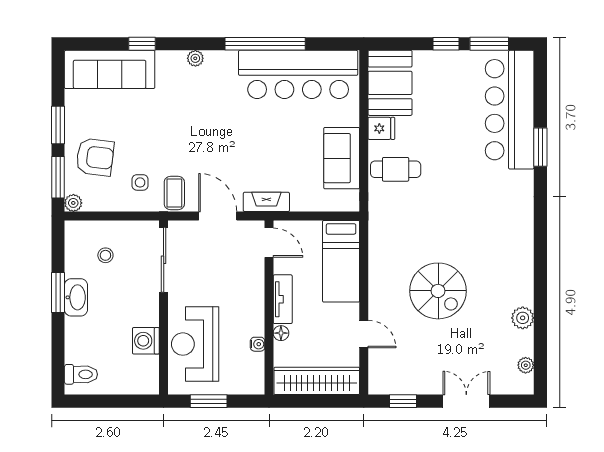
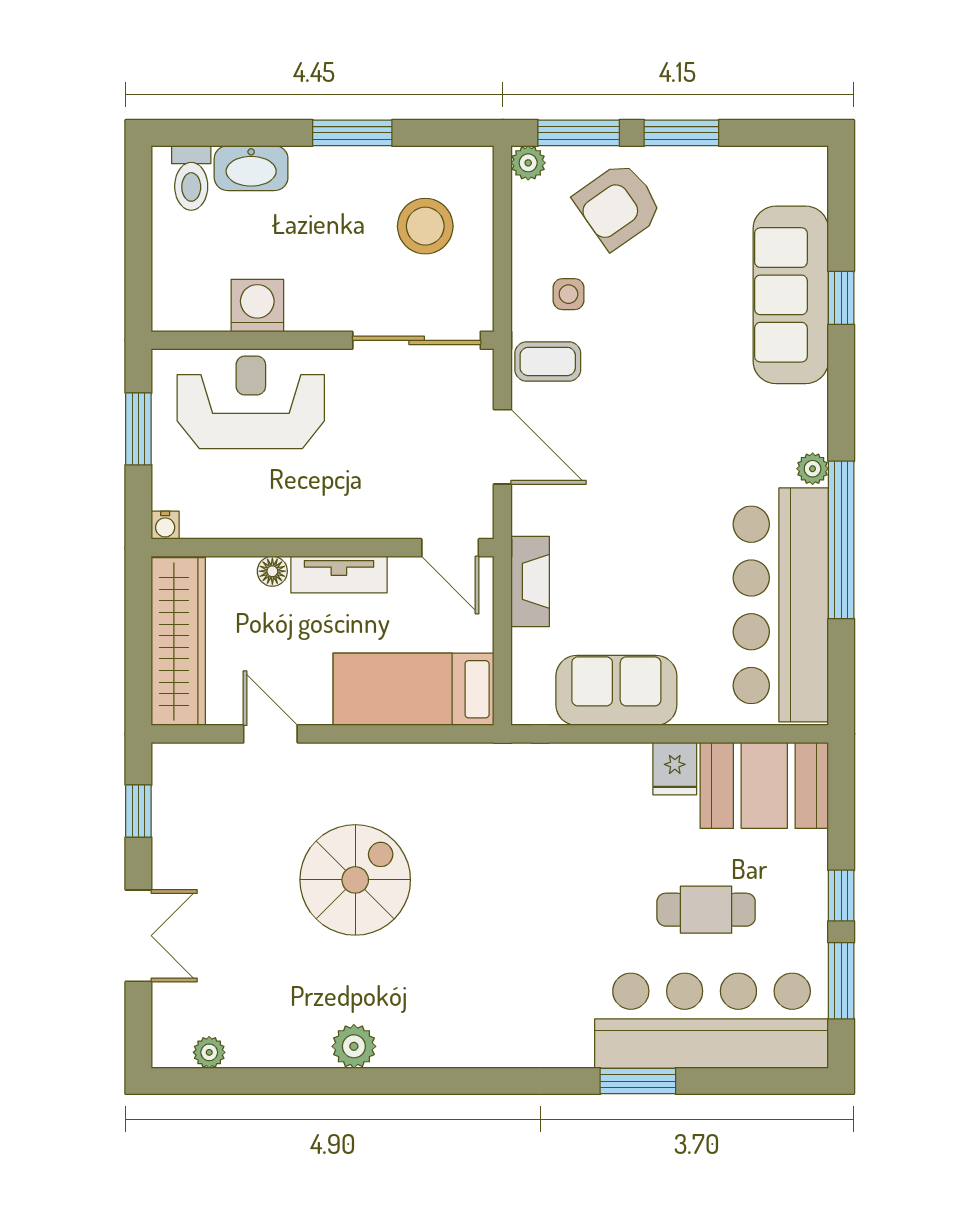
plant: (195, 58) -> (813, 469), moved
sofa: (110, 69) -> (791, 295), moved
armchair: (95, 157) -> (618, 206), turned 48
cafe table: (396, 169) -> (706, 910), moved, turned 90
fireplace: (266, 202) -> (530, 581), moved
door: (218, 216) -> (502, 447), hinge flipped
door: (269, 243) -> (450, 548), hinge flipped
stool: (105, 255) -> (425, 226), width x1.89, depth x1.89
spiral stairs: (438, 291) -> (355, 880), turned 180
washbasin: (76, 297) -> (251, 168), moved
plant: (523, 318) -> (354, 1046), moved
door: (364, 334) -> (270, 734), swing flipped
water cooler: (258, 344) -> (165, 525), moved

